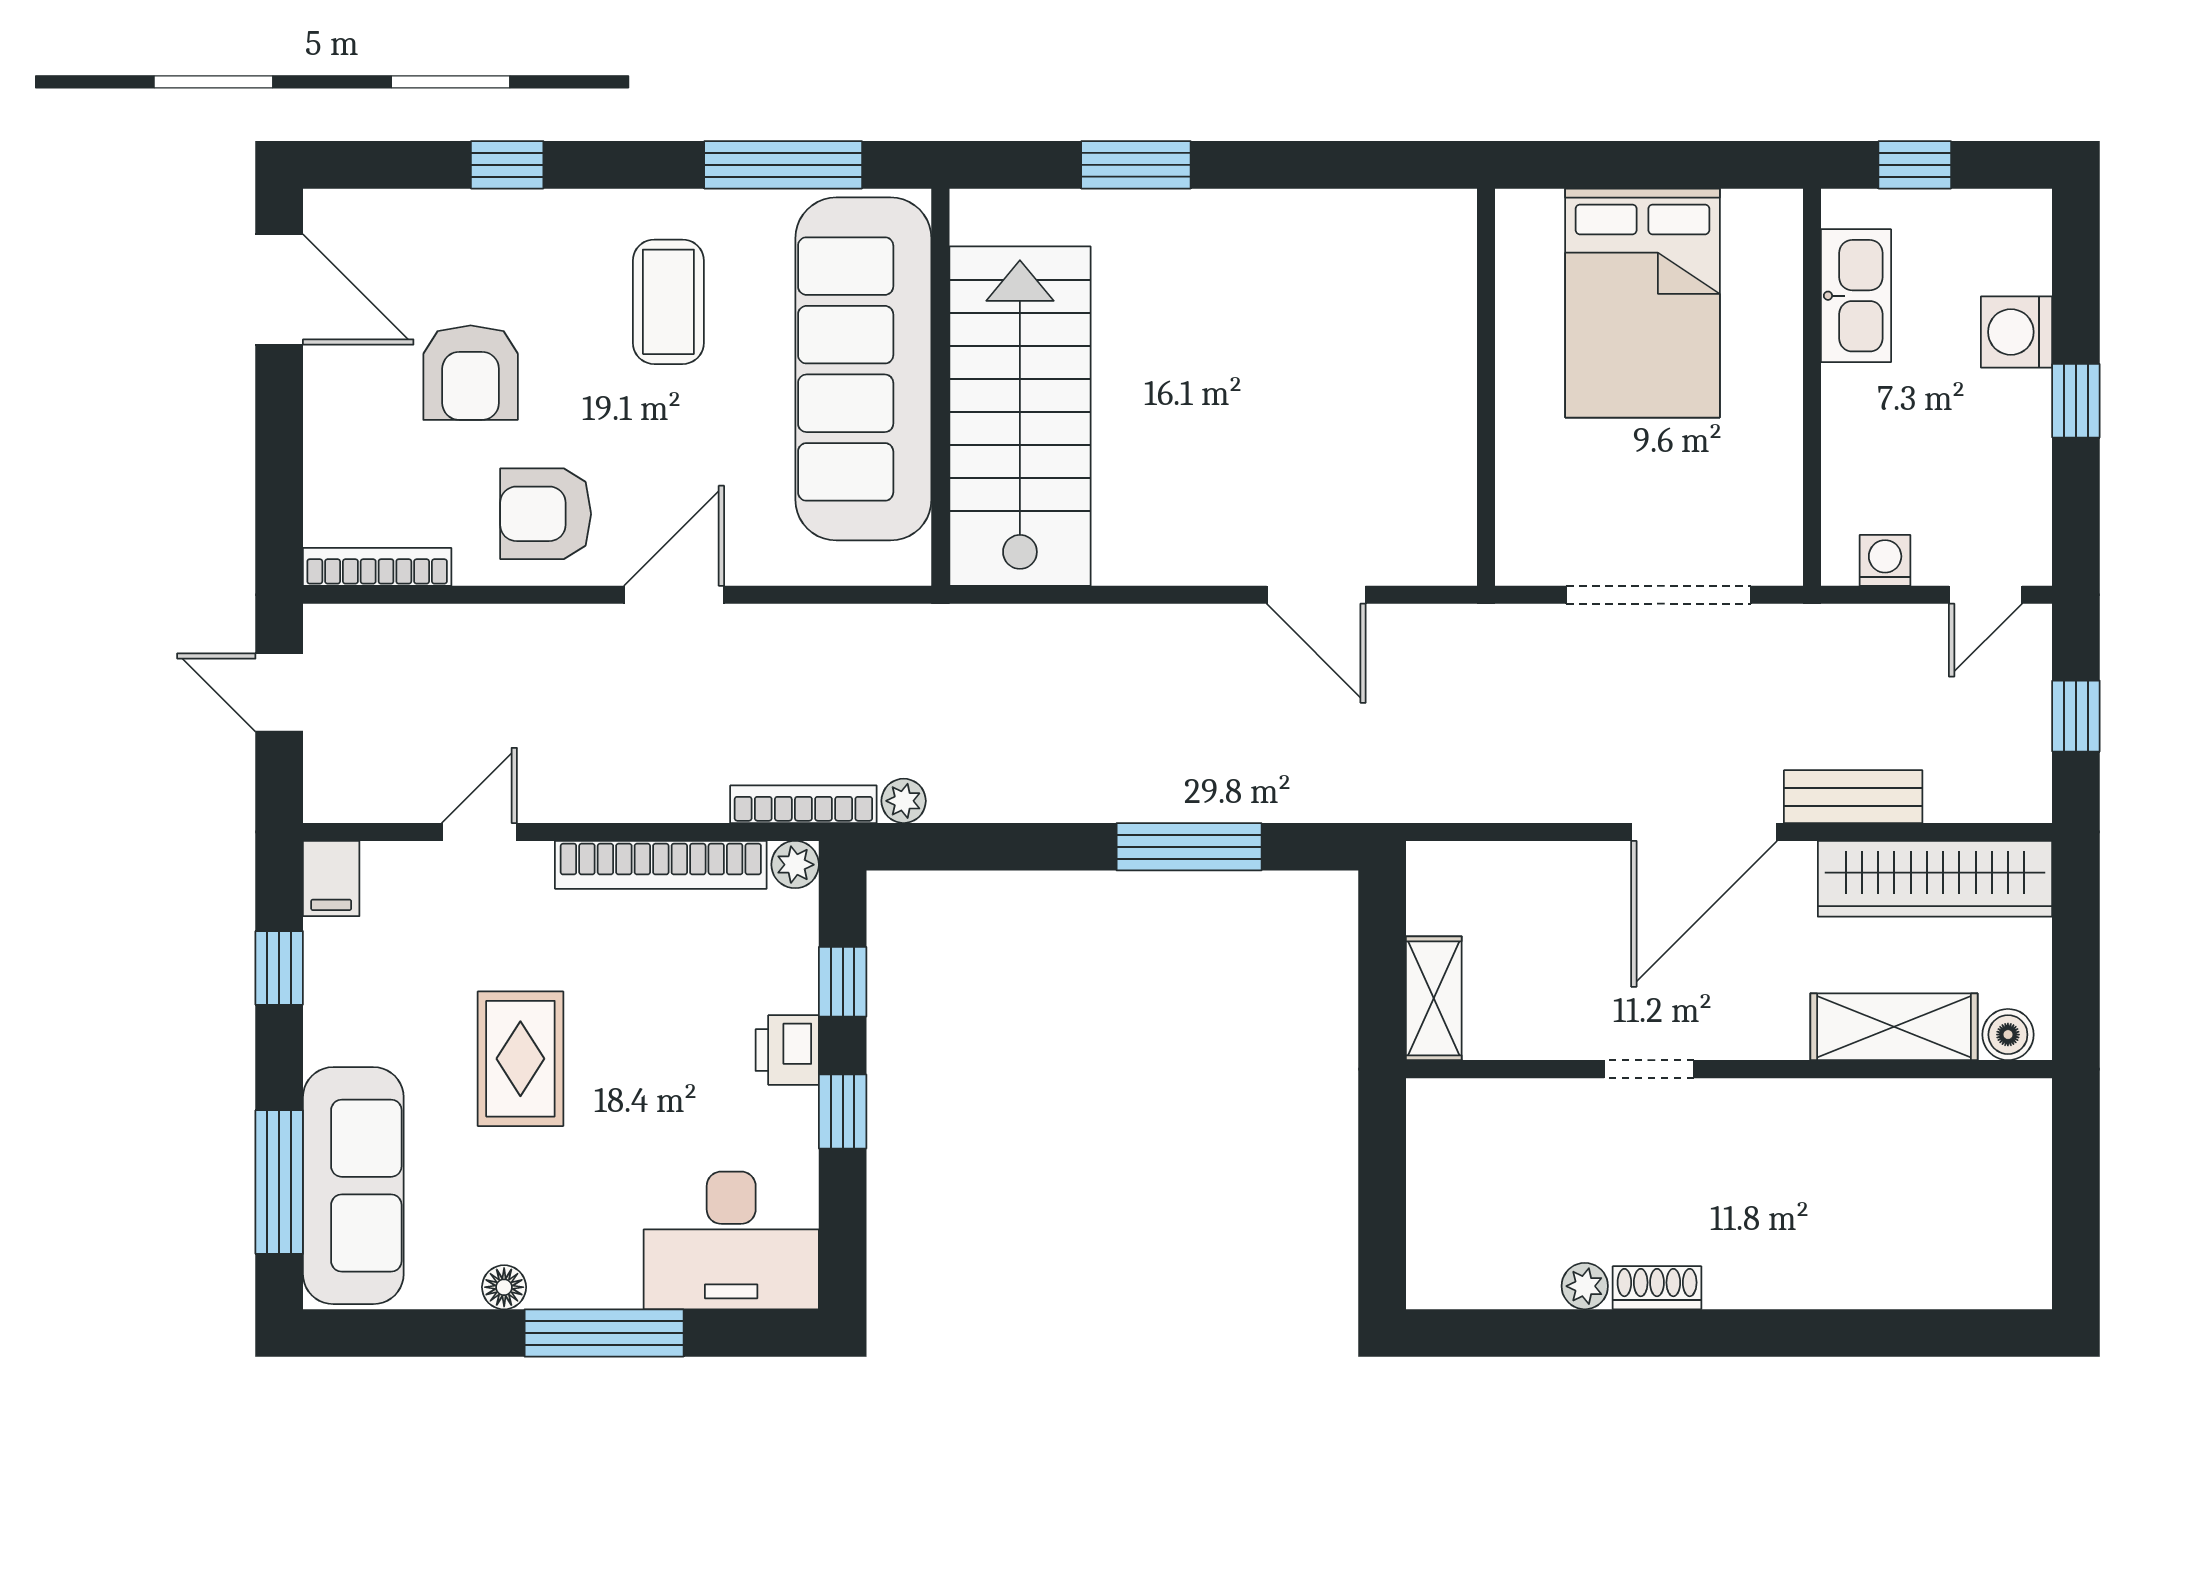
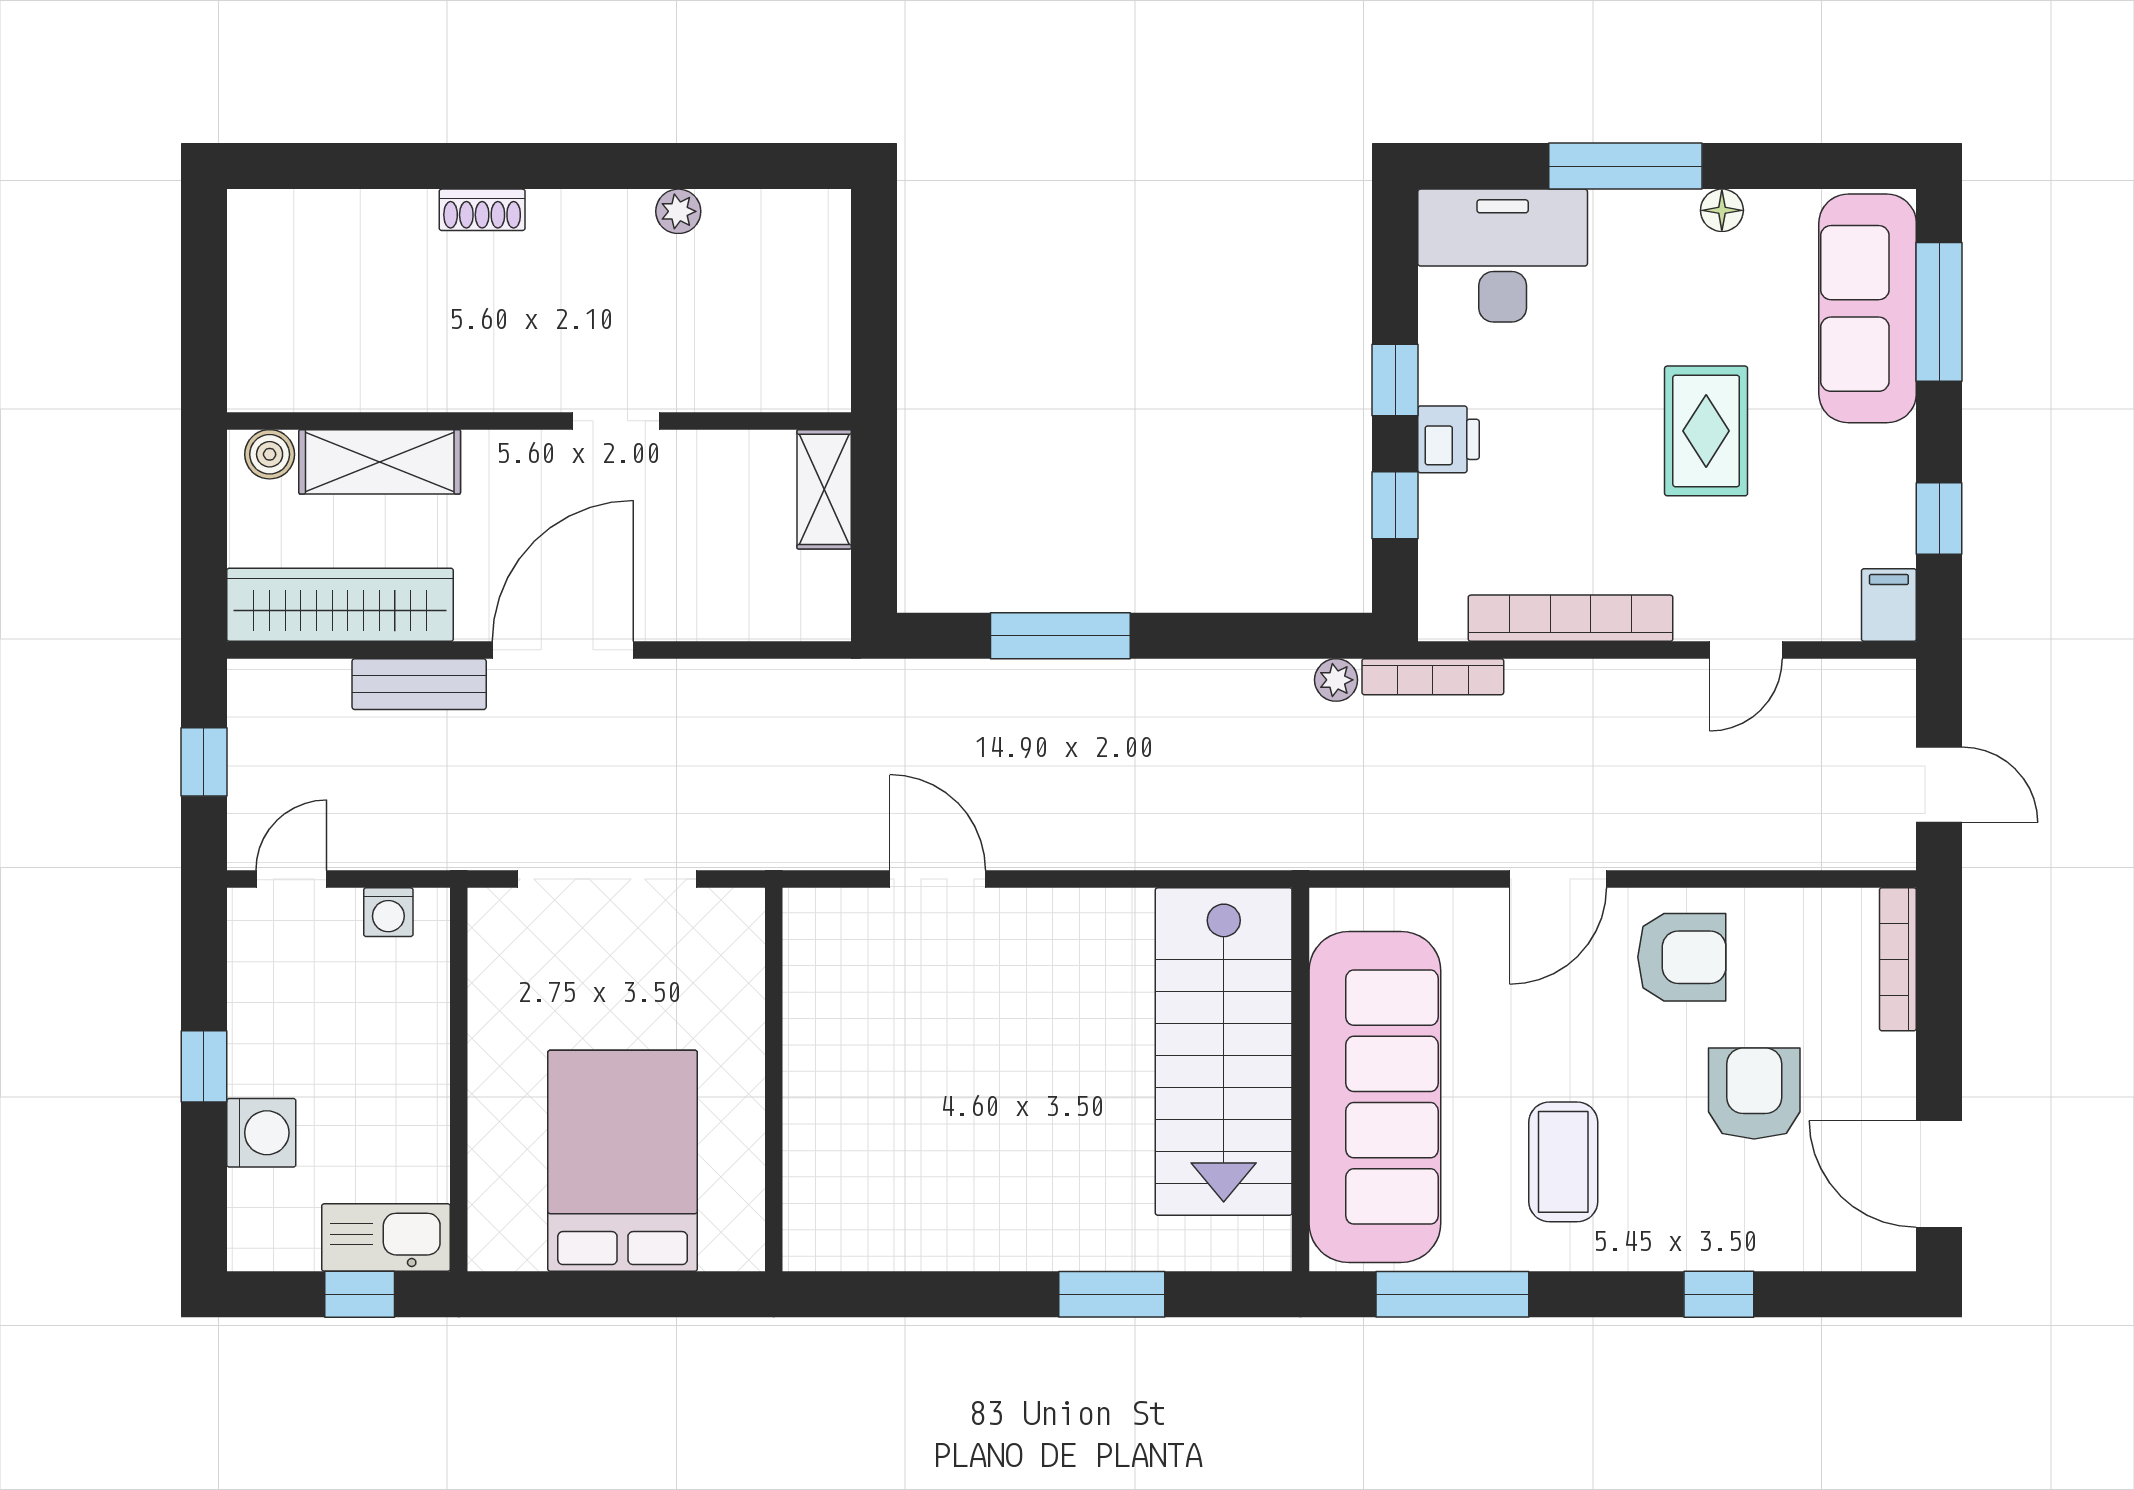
kitchen sink: (1856, 296) -> (386, 1237), moved, turned 90
bookcase: (377, 567) -> (1898, 959), moved, turned 90
plant: (795, 865) -> (1441, 618), removed
shoe rack: (1657, 1288) -> (482, 210), moved

